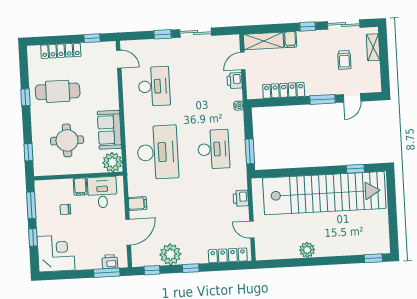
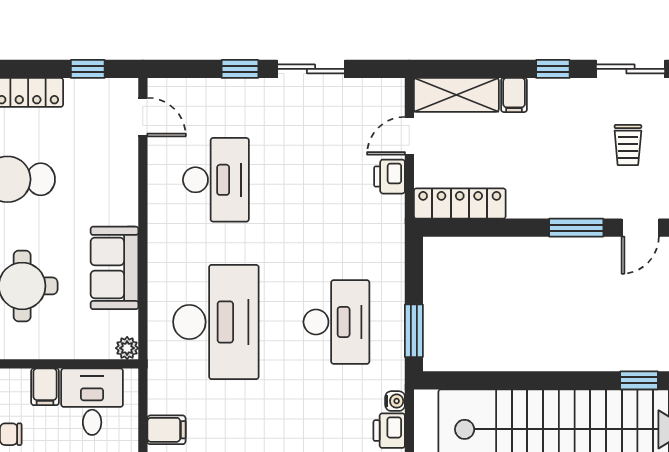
locker: (284, 90) -> (460, 203), moved
water cooler: (239, 106) -> (395, 401), moved
plant: (112, 162) -> (127, 348), width x0.53, depth x0.53

